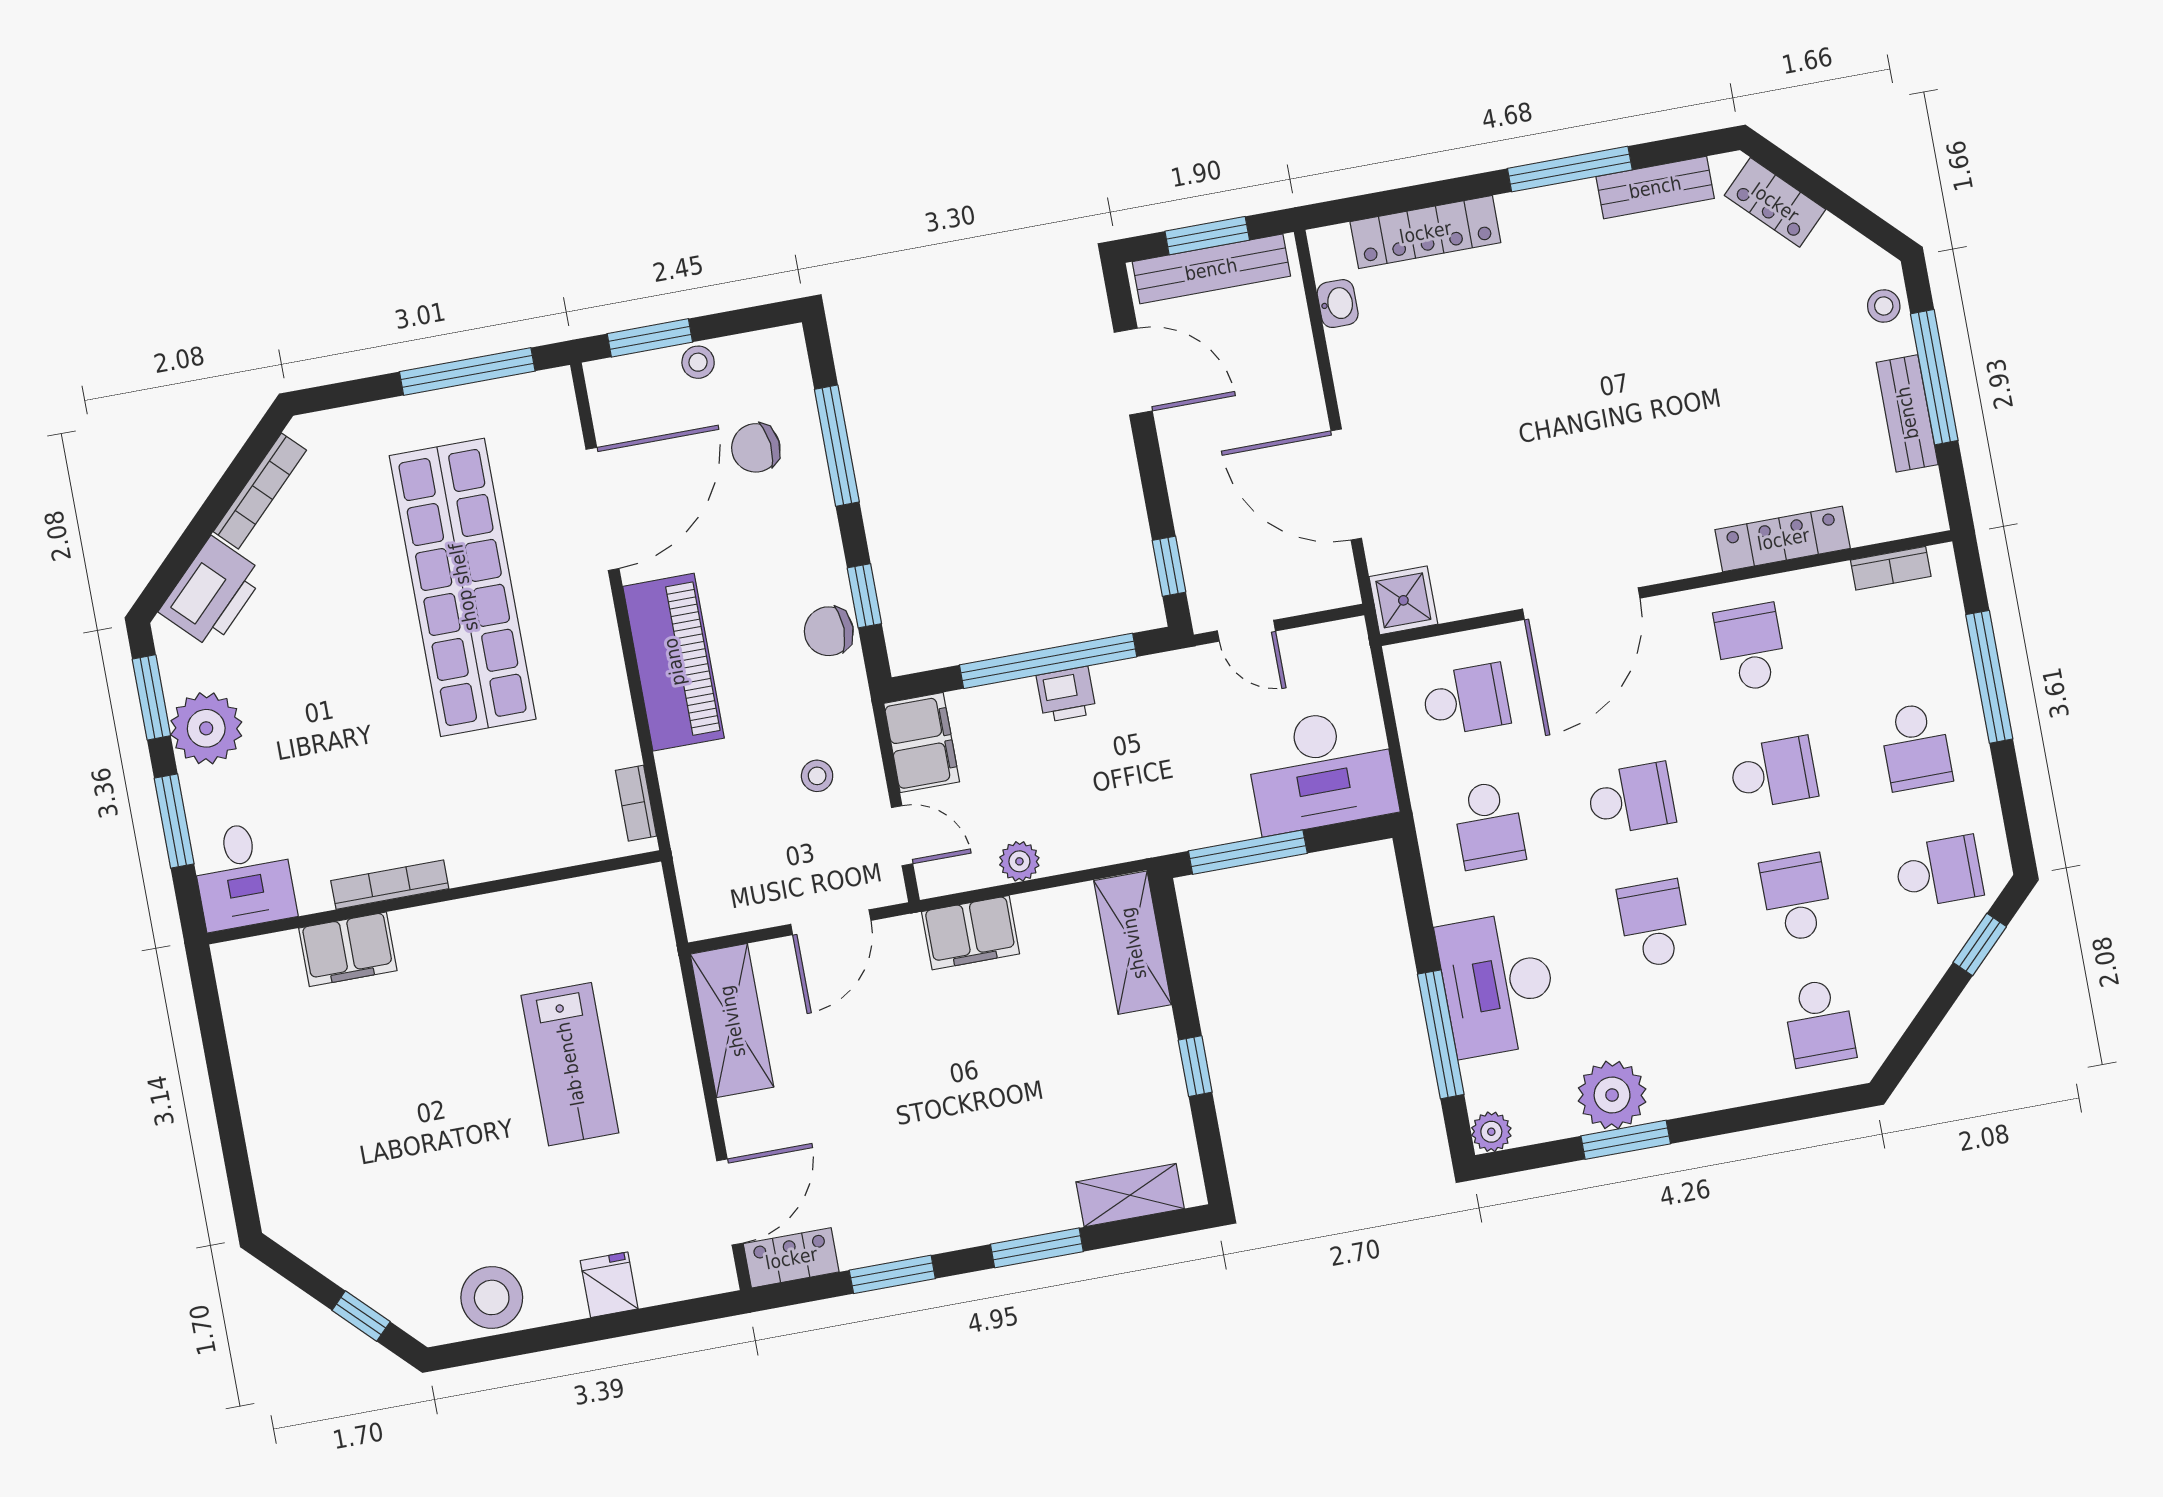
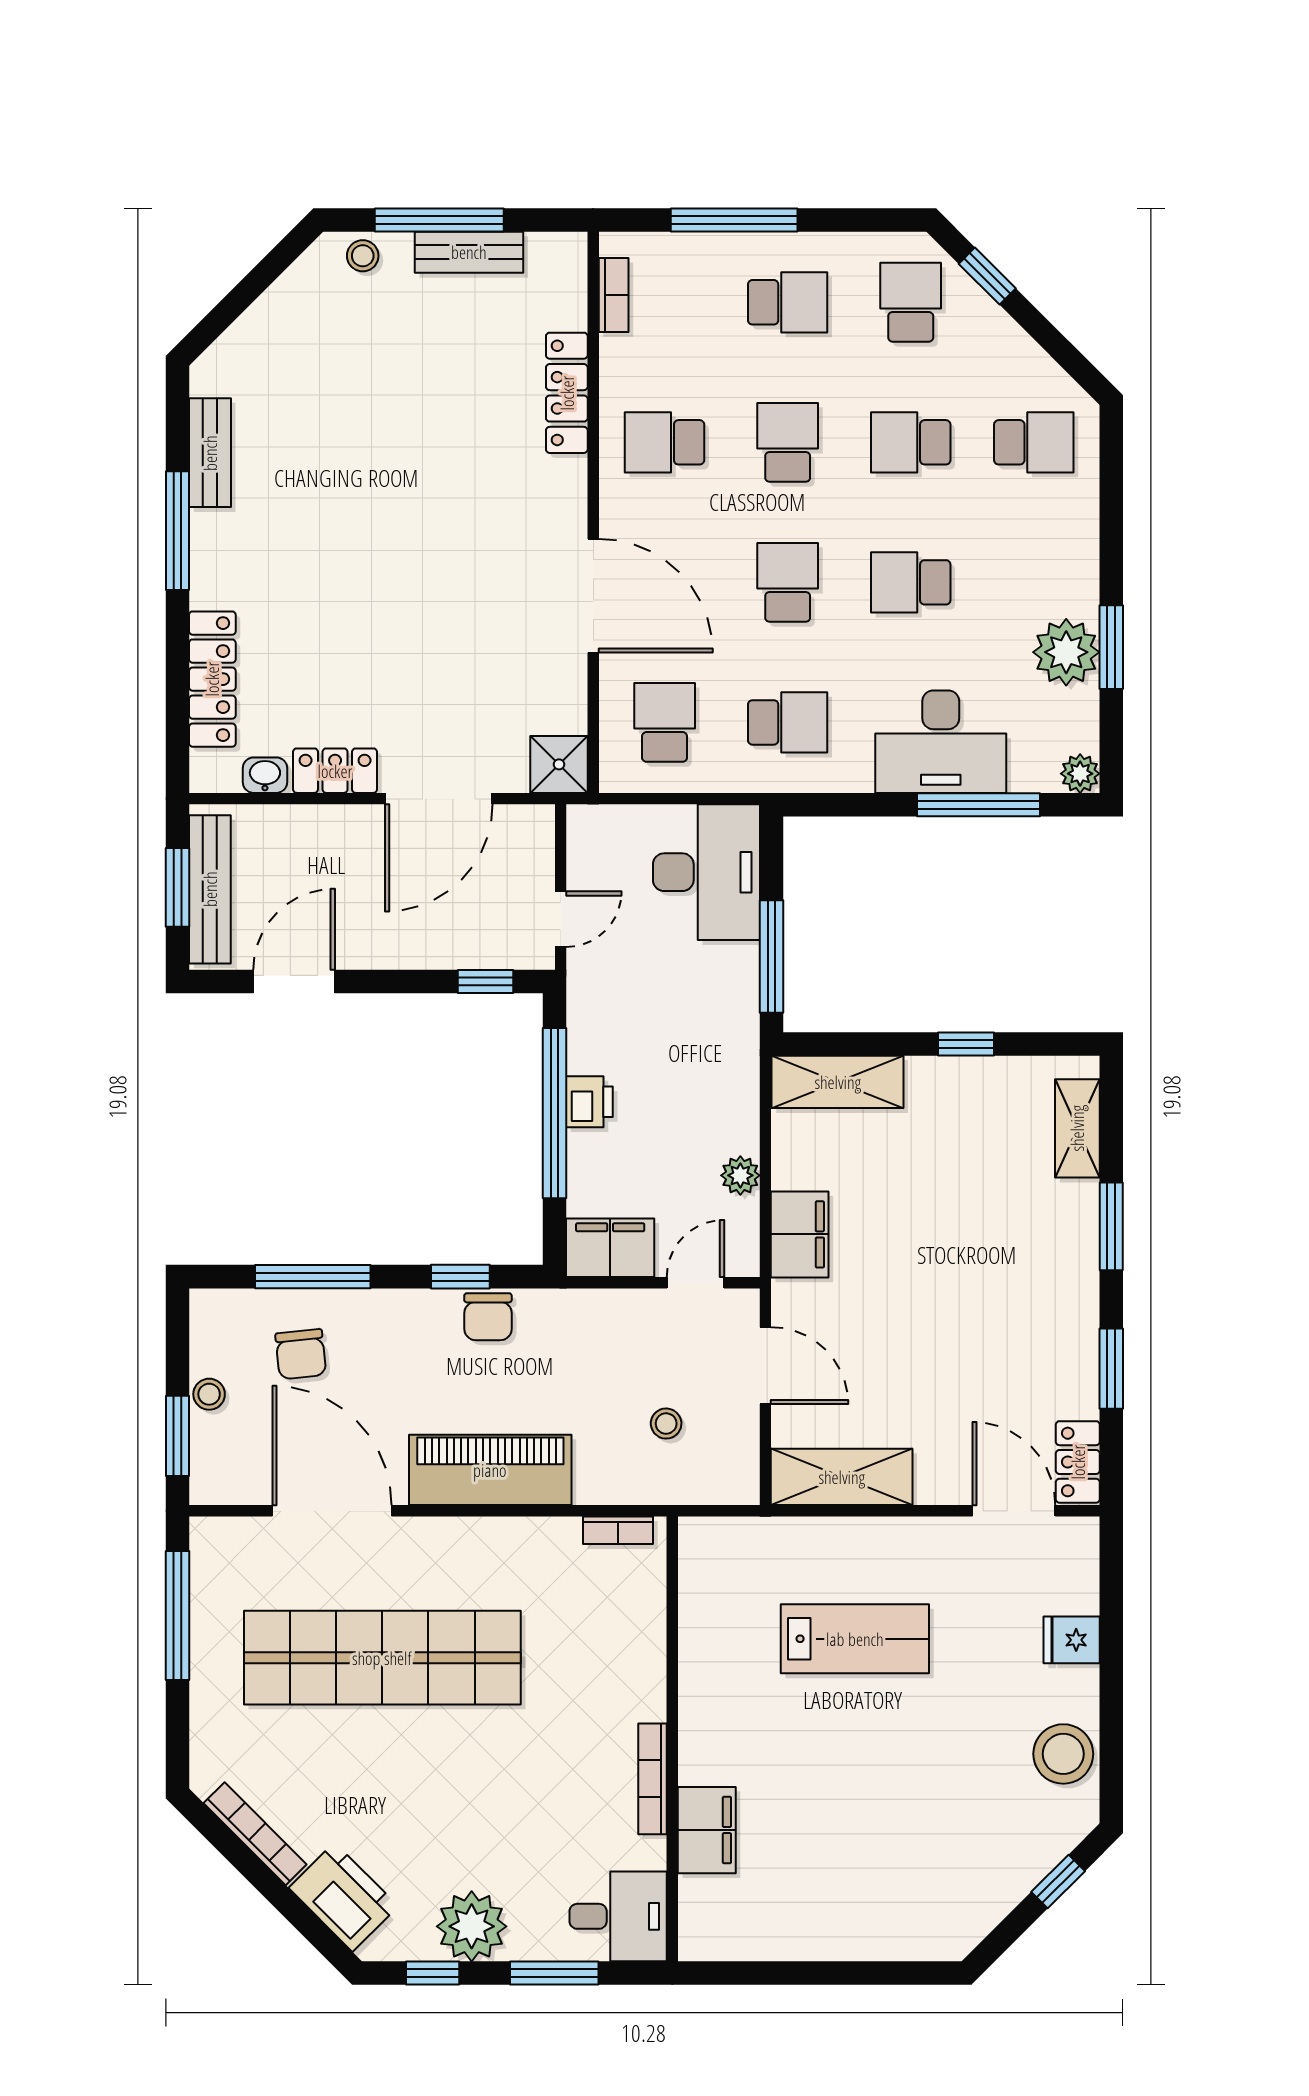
locker: (1775, 202) -> (335, 771), moved, turned -135
window: (151, 697) -> (433, 1973), width x0.67
stool: (817, 776) -> (666, 1424), moved

